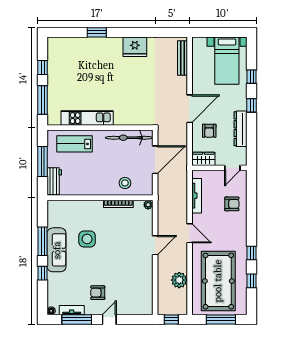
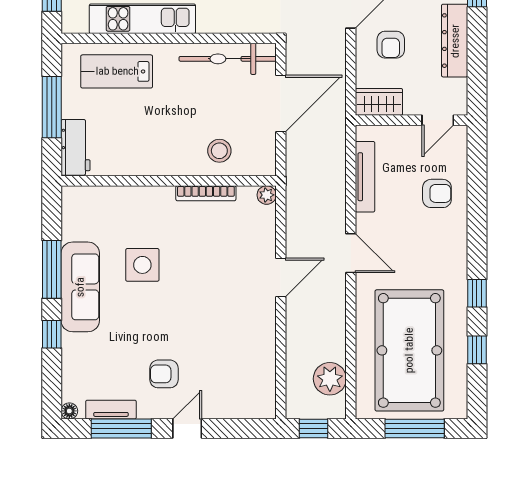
plant: (179, 280) -> (330, 379), moved

